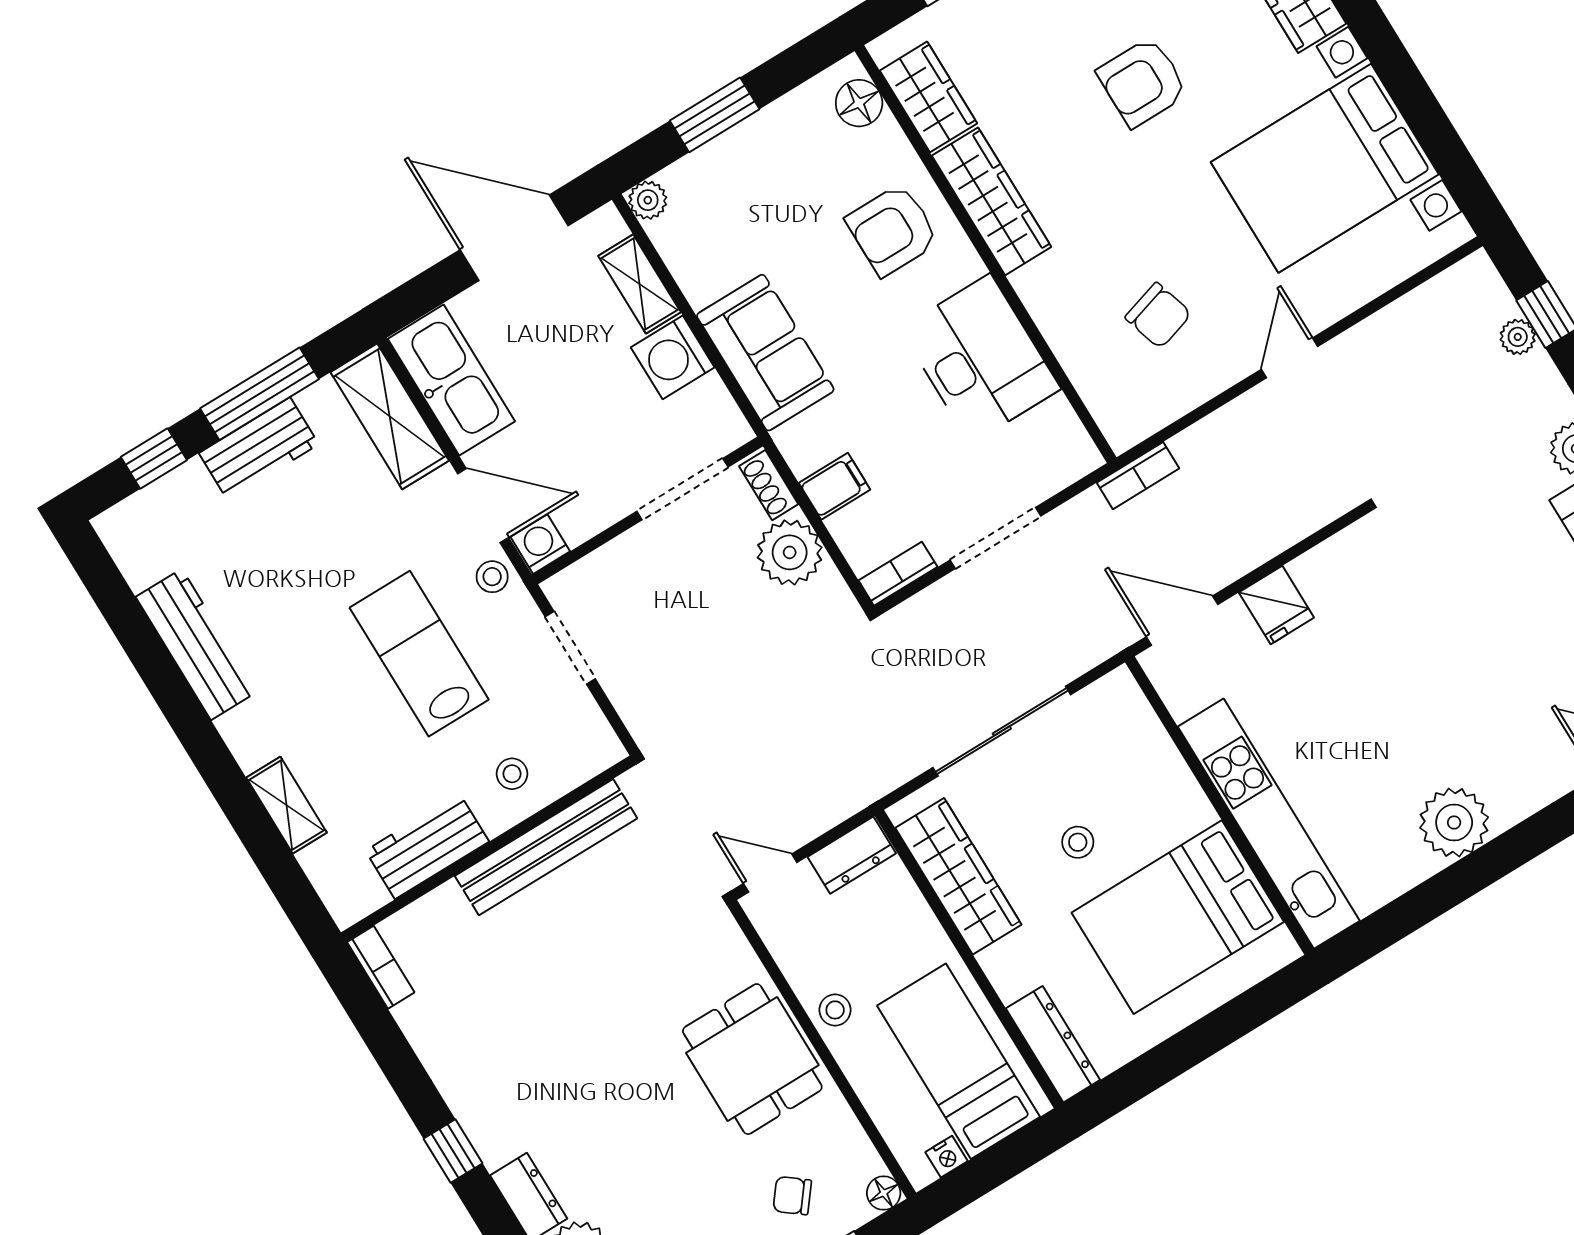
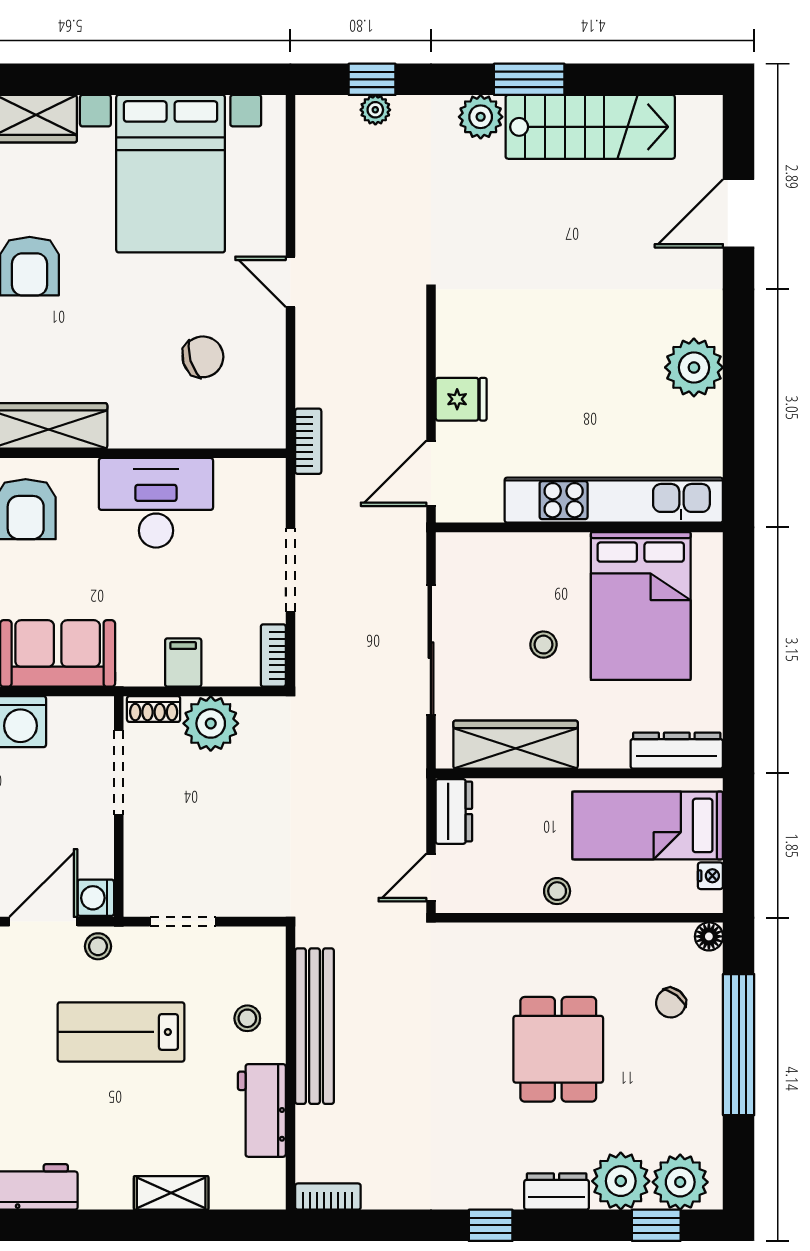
dining table: (752, 1059) -> (558, 1049), moved, turned 90

